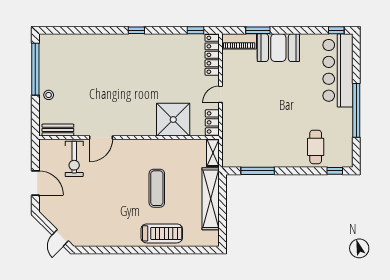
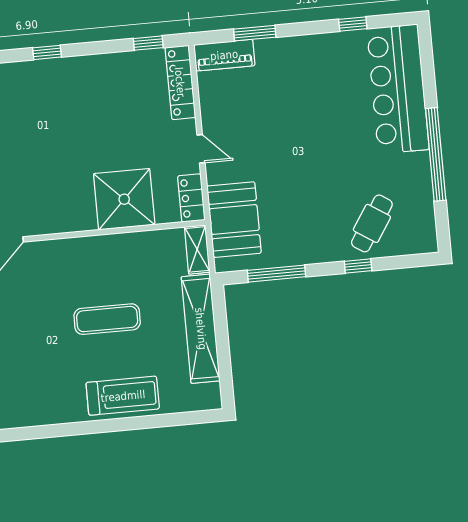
window: (336, 30) -> (353, 24), moved
booth: (278, 48) -> (234, 220), moved, turned 90
door: (220, 94) -> (201, 149), swing flipped
cafe table: (316, 147) -> (372, 223), turned 33
window: (335, 171) -> (358, 266), moved
exercise mat: (157, 188) -> (107, 319), turned 90

